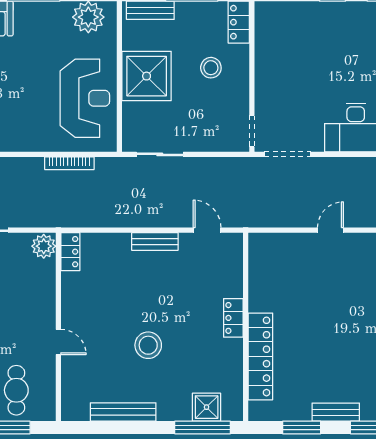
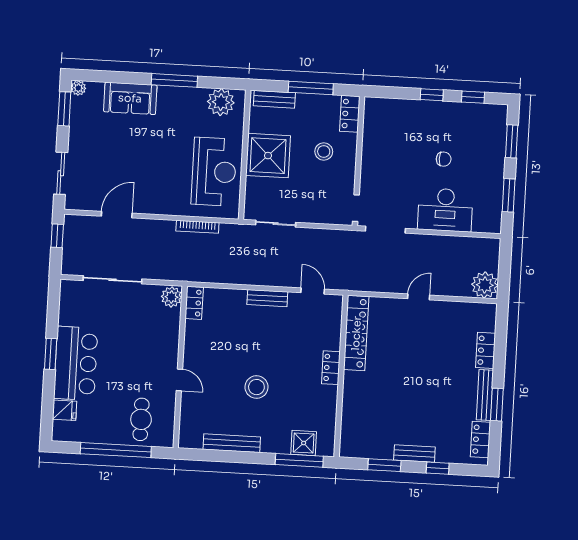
chair: (350, 69) -> (444, 159), added
locker: (260, 356) -> (356, 333), moved

